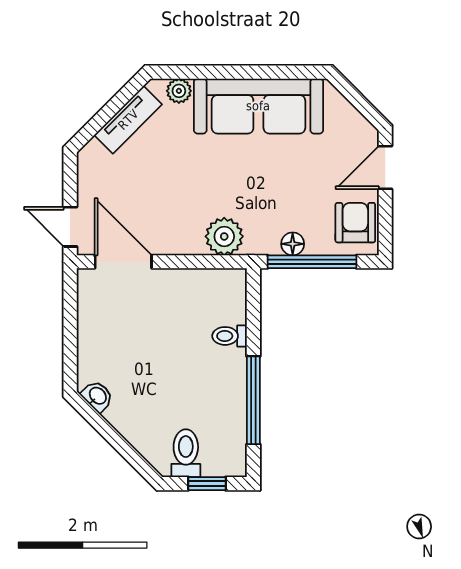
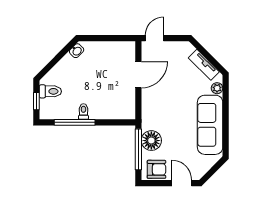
plant: (224, 236) -> (150, 109), removed
floor lamp: (293, 244) -> (151, 141), width x1.89, depth x1.89
door: (123, 262) -> (138, 75), moved
toilet: (230, 336) -> (83, 112), moved

